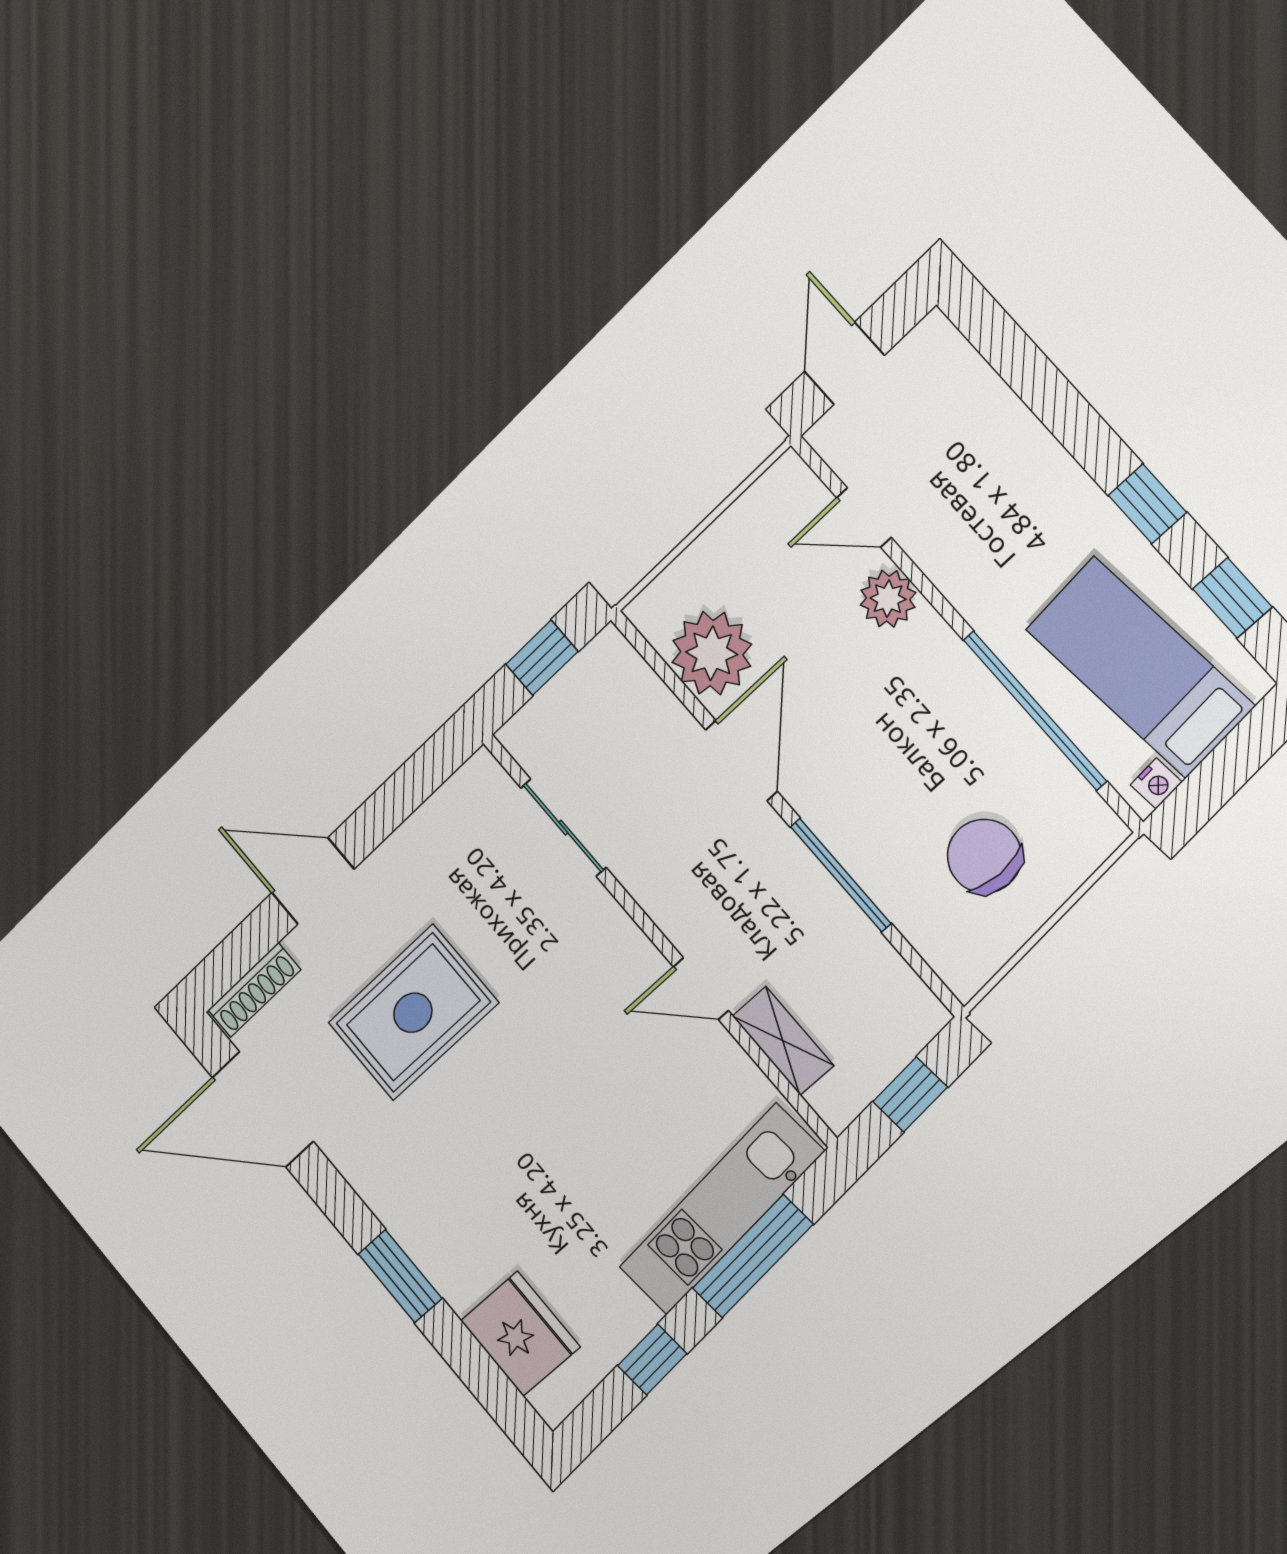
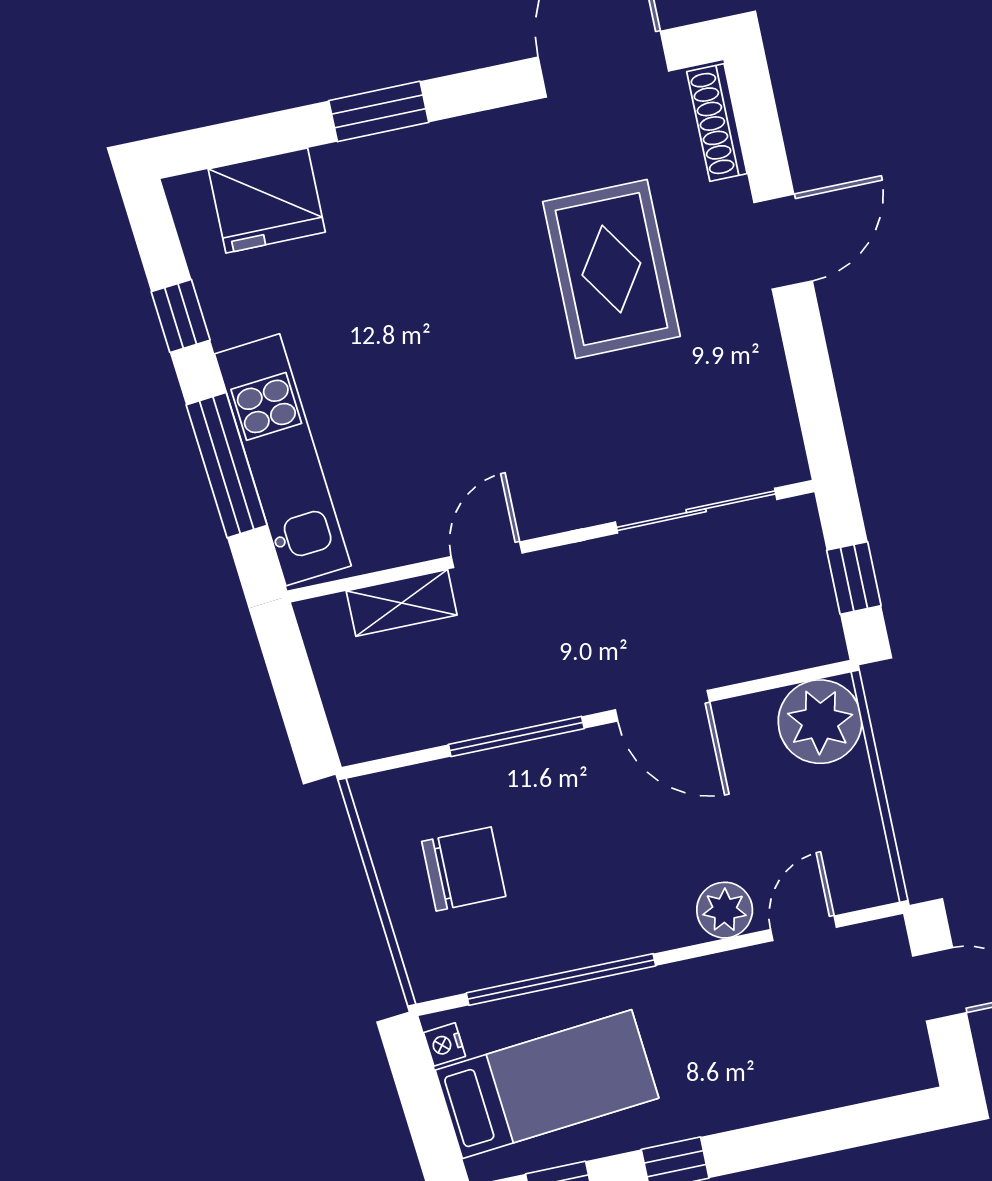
plant: (712, 653) -> (820, 722), moved
sliding door: (563, 828) -> (696, 511), width x1.37
window: (910, 1094) -> (296, 690), removed

